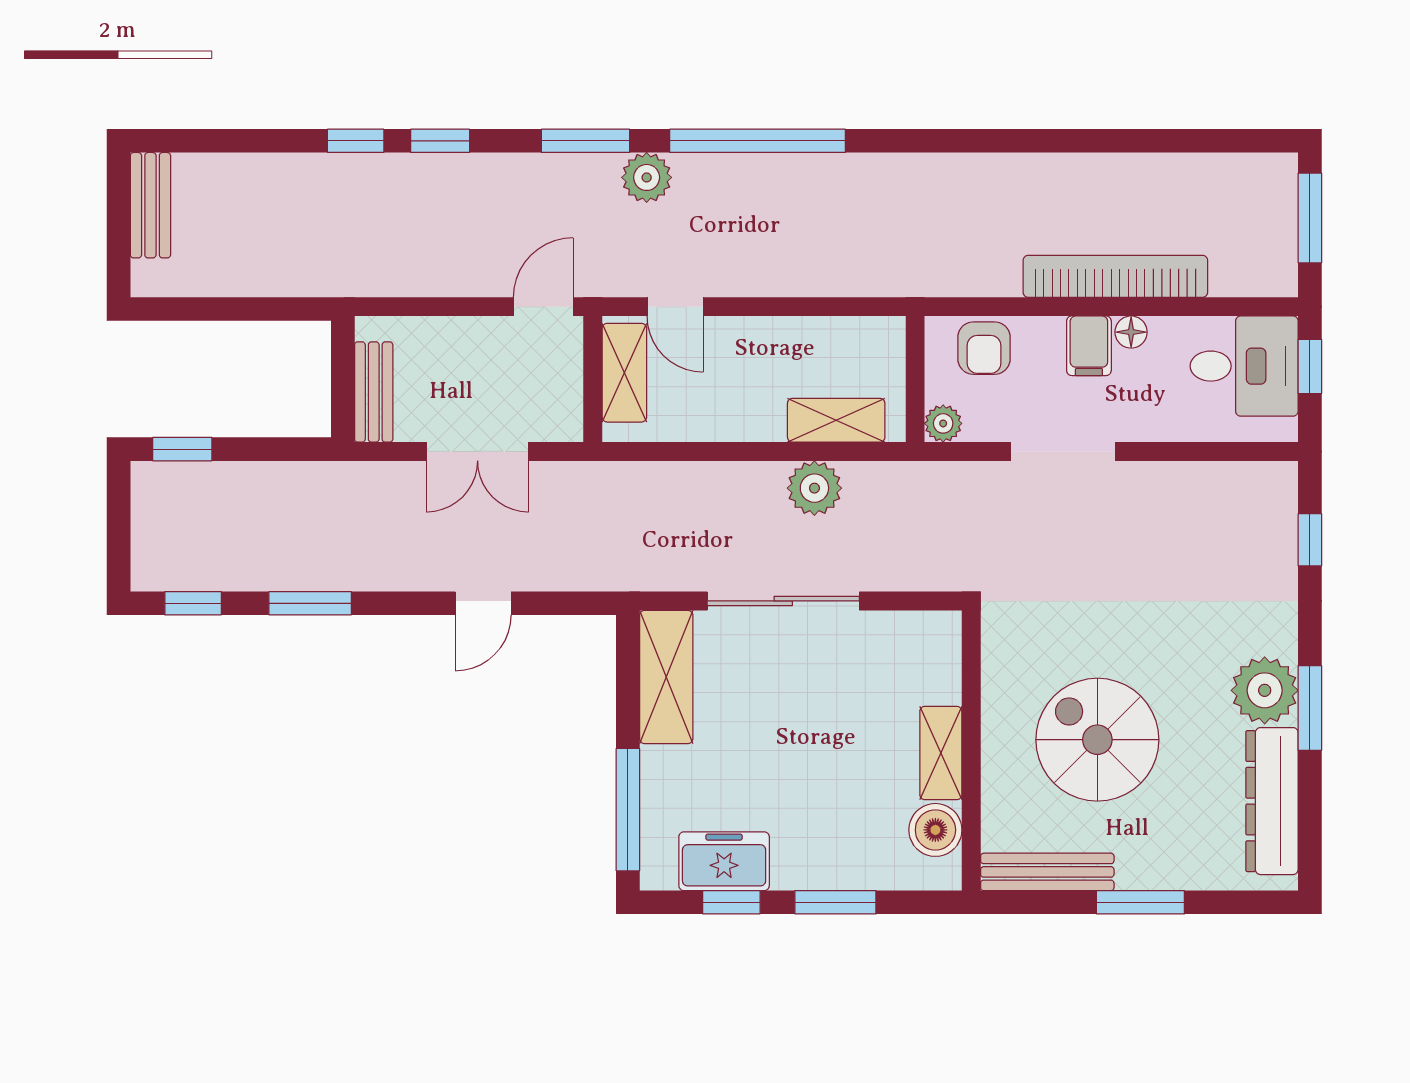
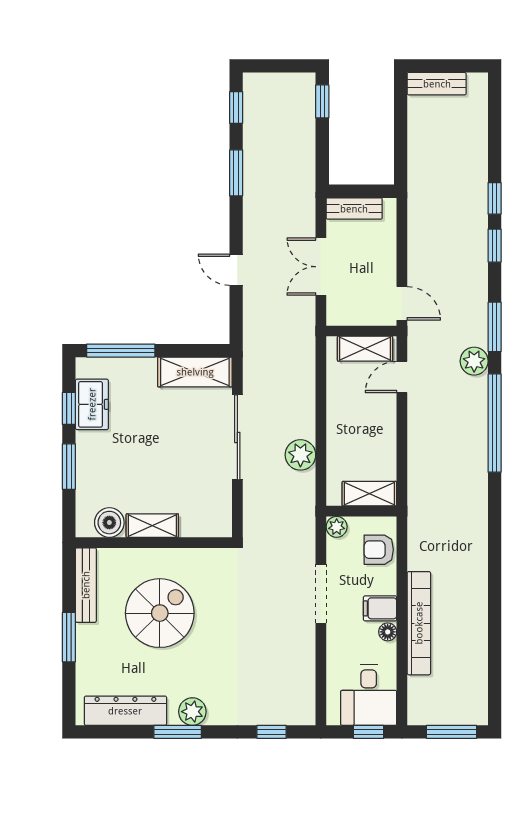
bench: (150, 205) -> (437, 84), moved
shelving: (836, 420) -> (369, 494), moved, turned 90
plant: (1265, 690) -> (192, 712), width x0.73, depth x0.73

